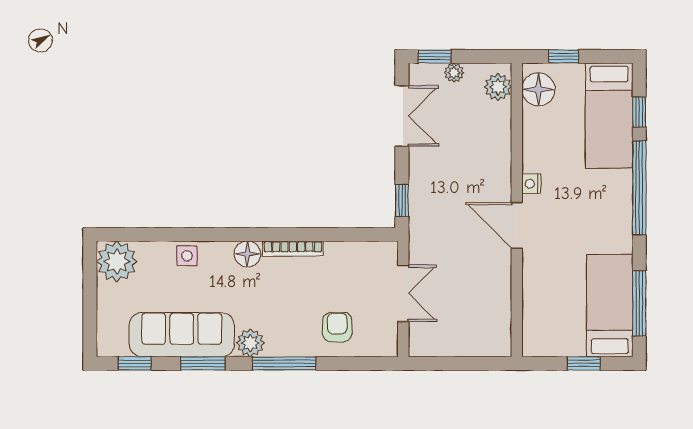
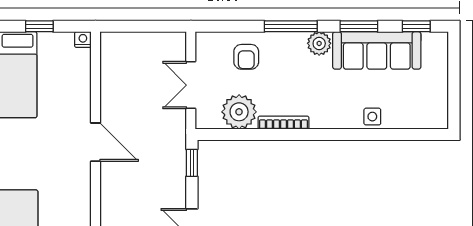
nightstand: (531, 184) -> (83, 40), moved, turned -90
floor lamp: (247, 254) -> (322, 118), removed
plant: (117, 261) -> (239, 112), moved

